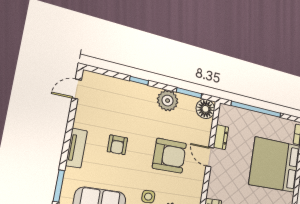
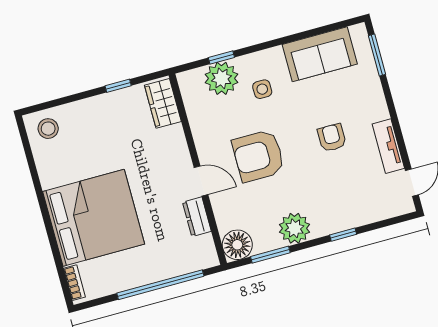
tv unit: (76, 148) -> (388, 146), moved

